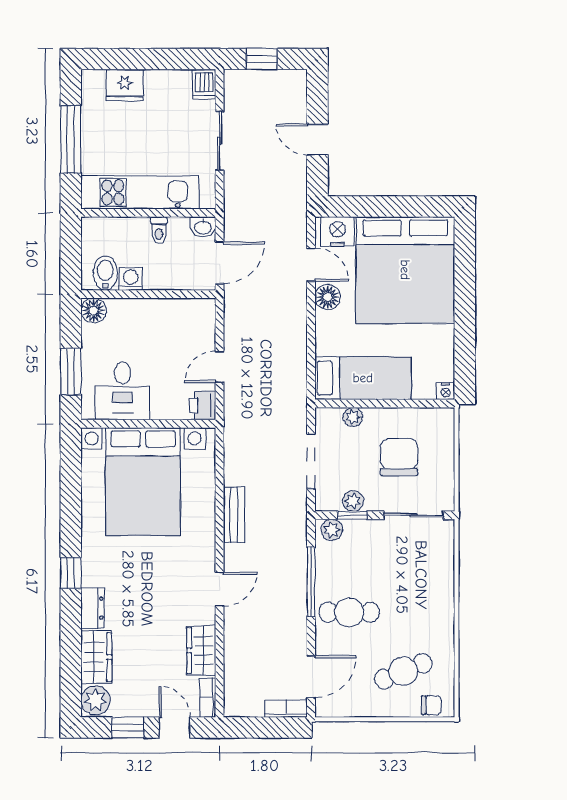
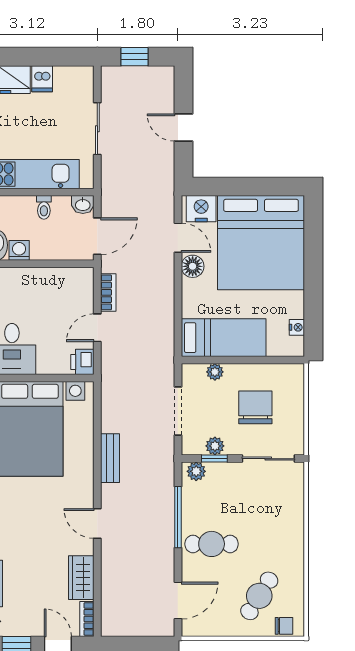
dishwasher: (204, 84) -> (42, 79), moved
nightstand: (446, 391) -> (297, 327), moved, turned -90
door: (219, 589) -> (97, 524), swing flipped
cafe table: (403, 671) -> (259, 596), turned -36
bookcase: (286, 709) -> (108, 292), moved, turned 90

